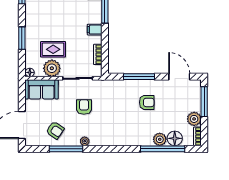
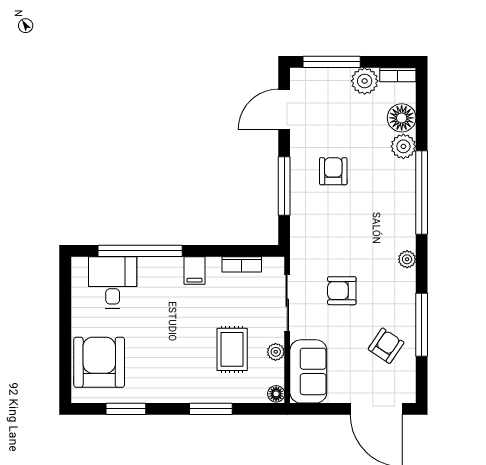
plant: (52, 68) -> (276, 352), width x0.53, depth x0.53
plant: (85, 141) -> (407, 259), moved
window: (163, 149) -> (422, 192), moved

